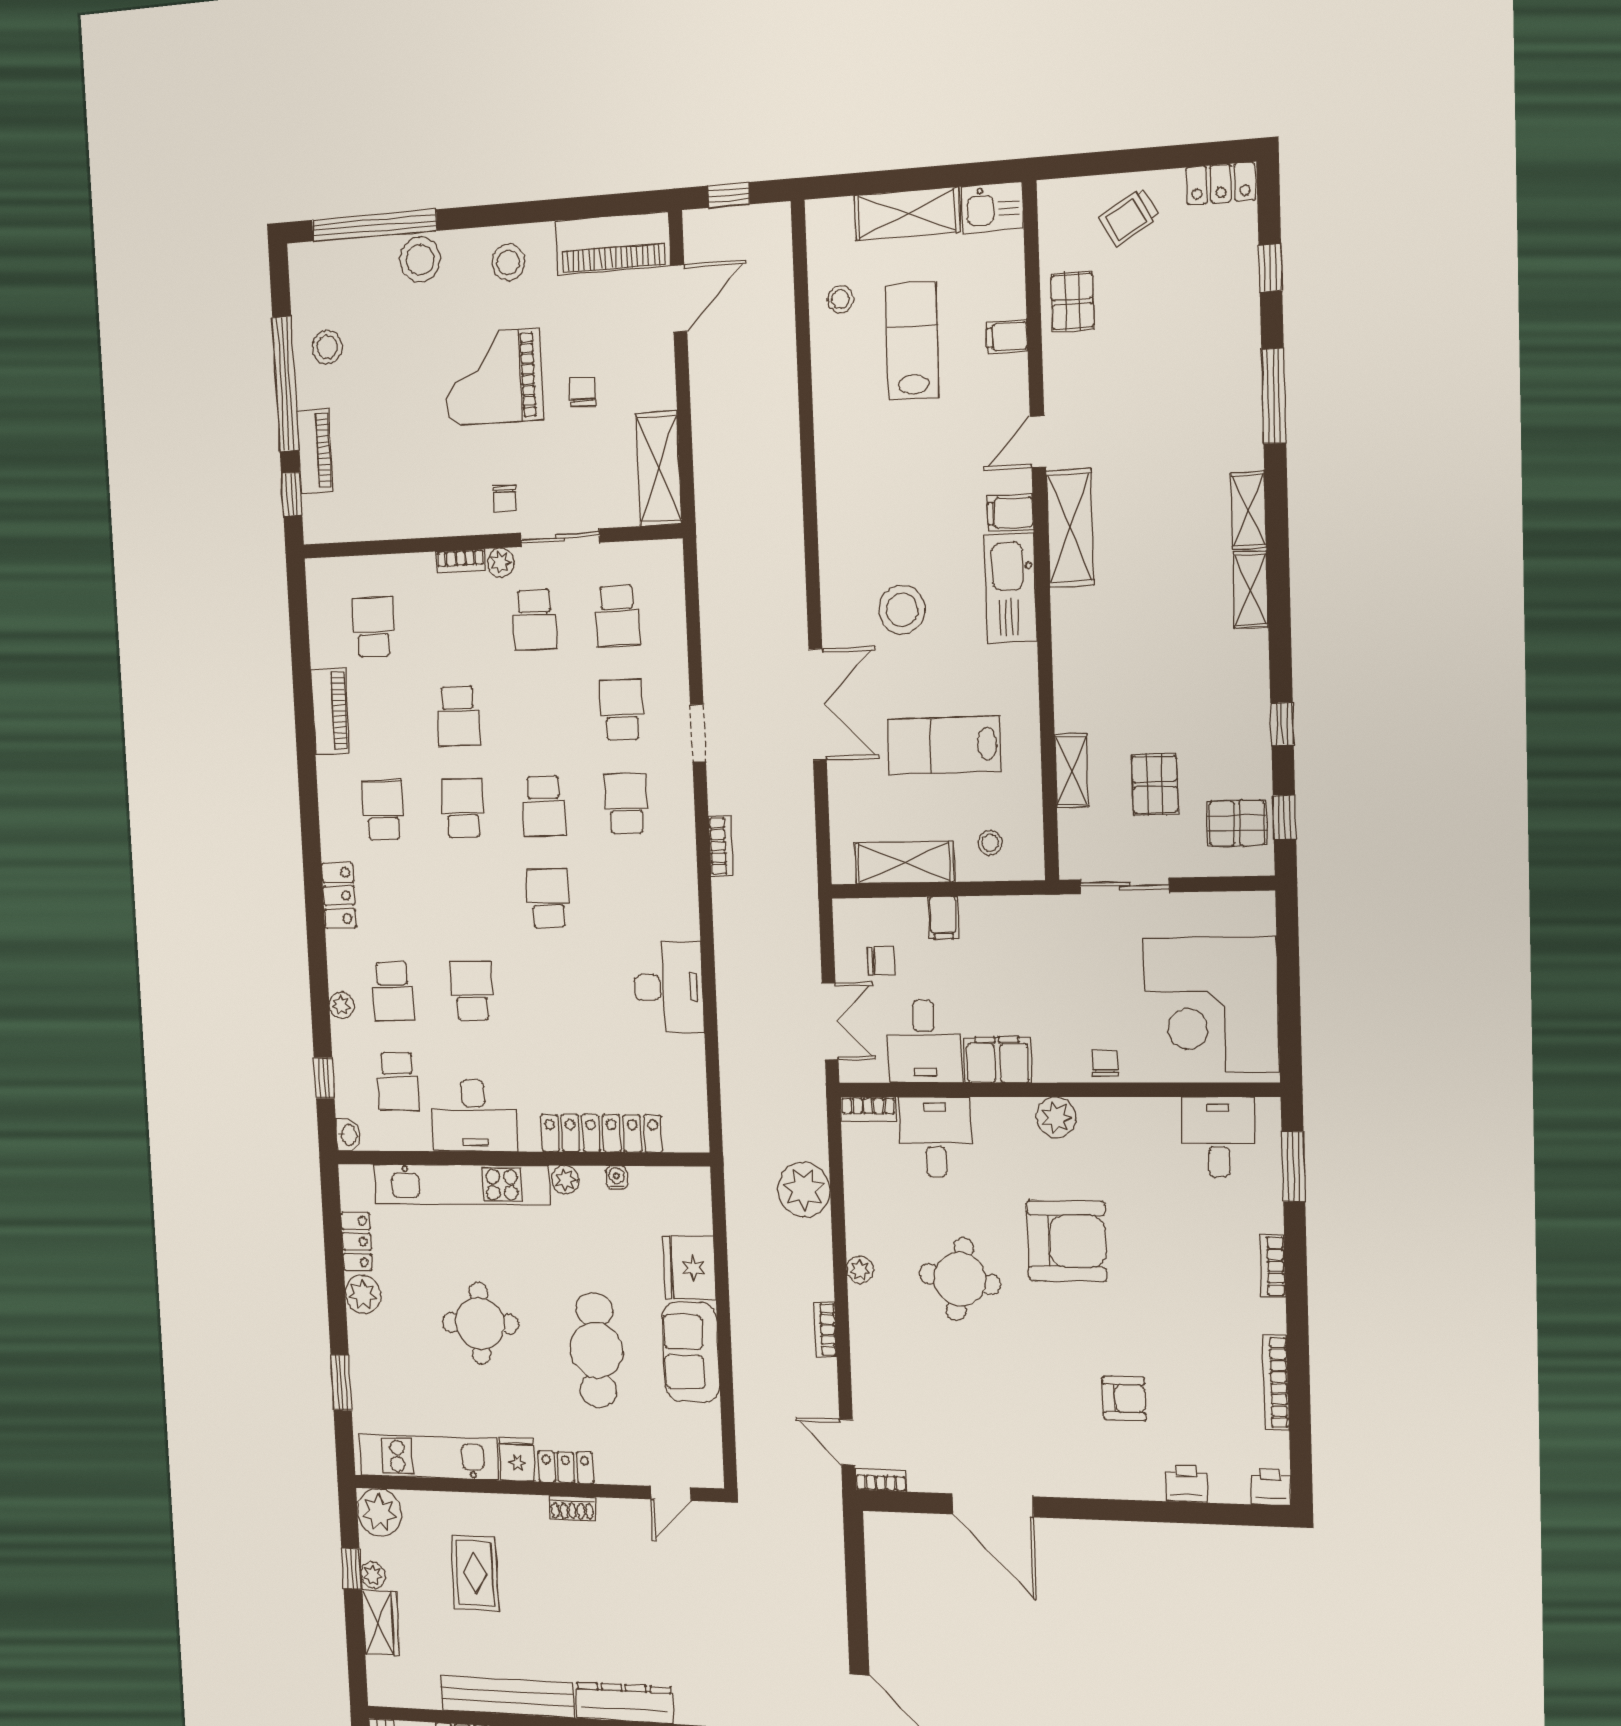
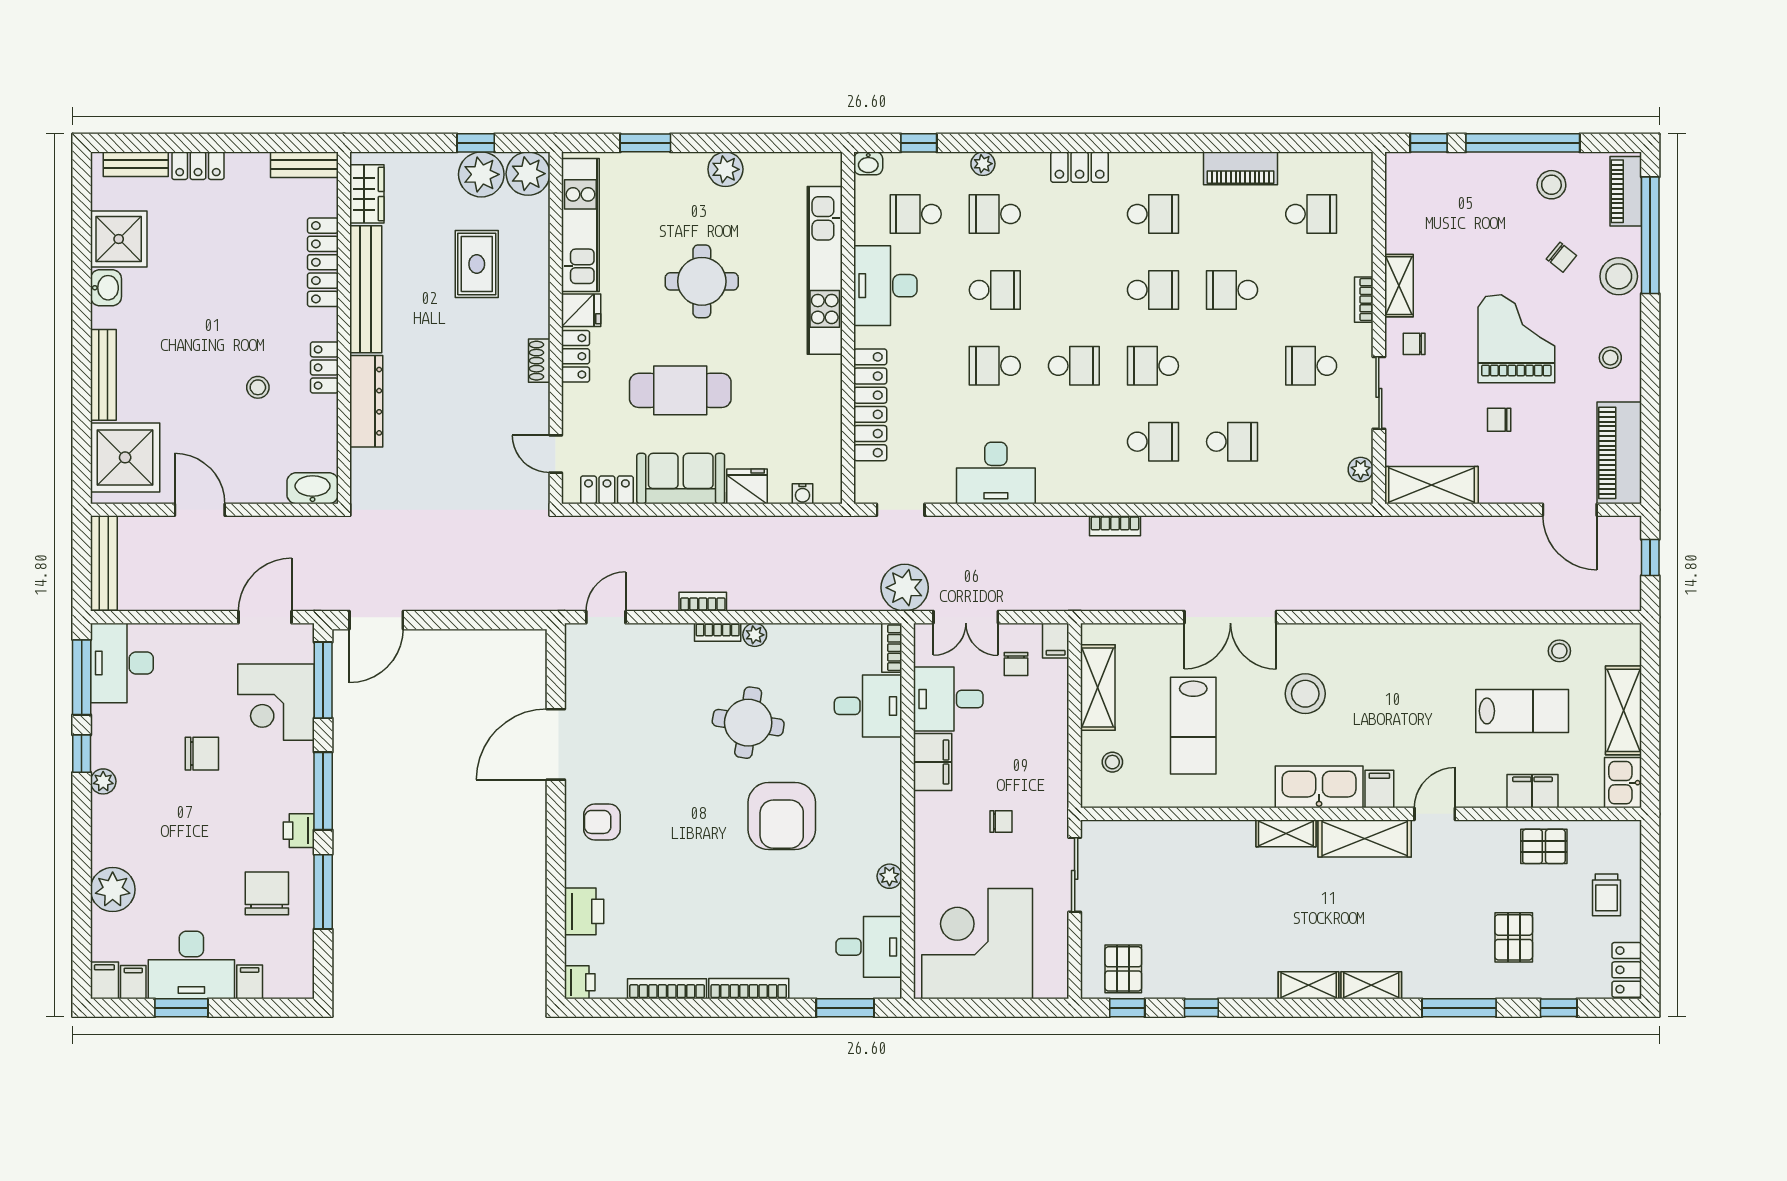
trolley: (1129, 217) -> (1606, 895), turned -150
stool: (508, 262) -> (1610, 358), width x0.73, depth x0.73
chair: (403, 330) -> (1561, 257), added
filing cabinet: (1007, 337) -> (1532, 791), width x2.00
chair: (583, 392) -> (1499, 420), turned 180
door: (1038, 442) -> (1435, 814), hinge flipped
piano: (315, 451) -> (1626, 191), moved, turned 90
shelving: (443, 520) -> (1399, 286), added
plant: (501, 563) -> (1361, 469), moved
school desk: (617, 616) -> (995, 366), moved
doorway: (698, 733) -> (901, 510), moved
lab bench: (944, 745) -> (1193, 726), turned 180
shelving: (1072, 771) -> (1286, 833), moved
pallet: (1155, 784) -> (1514, 937), moved, turned 90
filing cabinet: (943, 918) -> (1056, 641), moved, turned -90
chair: (1105, 1063) -> (1001, 822), moved
plant: (1056, 1117) -> (889, 876), moved, width x0.73, depth x0.73
water cooler: (617, 1178) -> (802, 494), moved, turned 90
plant: (565, 1180) -> (830, 369), removed
plant: (804, 1189) -> (905, 588), moved
locker: (357, 1242) -> (607, 490), moved, turned 180
bookcase: (1273, 1266) -> (749, 989), width x1.56
fridge: (689, 1268) -> (747, 486), width x0.73, depth x0.75
armchair: (1124, 1398) -> (602, 822), moved, turned 90
bookcase: (881, 1480) -> (718, 632), moved, turned 90
printer: (1186, 1483) -> (584, 911), width x1.36, depth x1.24
rug: (475, 1573) -> (477, 264), turned 90
plant: (373, 1575) -> (481, 174), width x1.87, depth x1.87
wardrobe: (381, 1623) -> (367, 194), moved, turned -90

